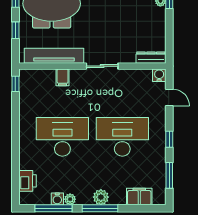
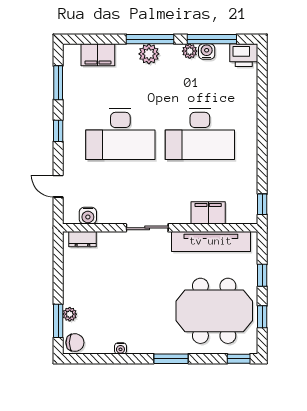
dresser: (151, 58) -> (82, 239), width x0.70
water cooler: (159, 75) -> (88, 216), moved
filing cabinet: (63, 77) -> (208, 213), width x2.00
printer: (28, 181) -> (244, 55), moved, turned -90

